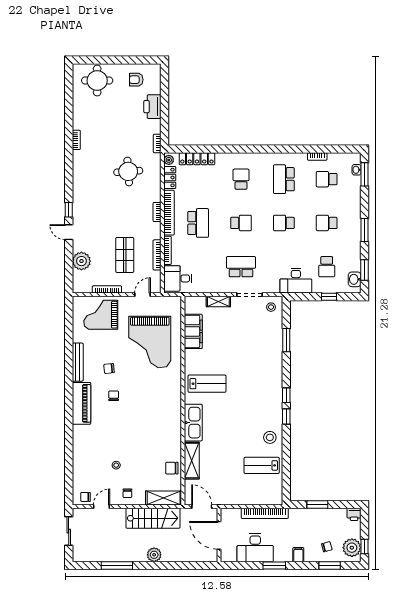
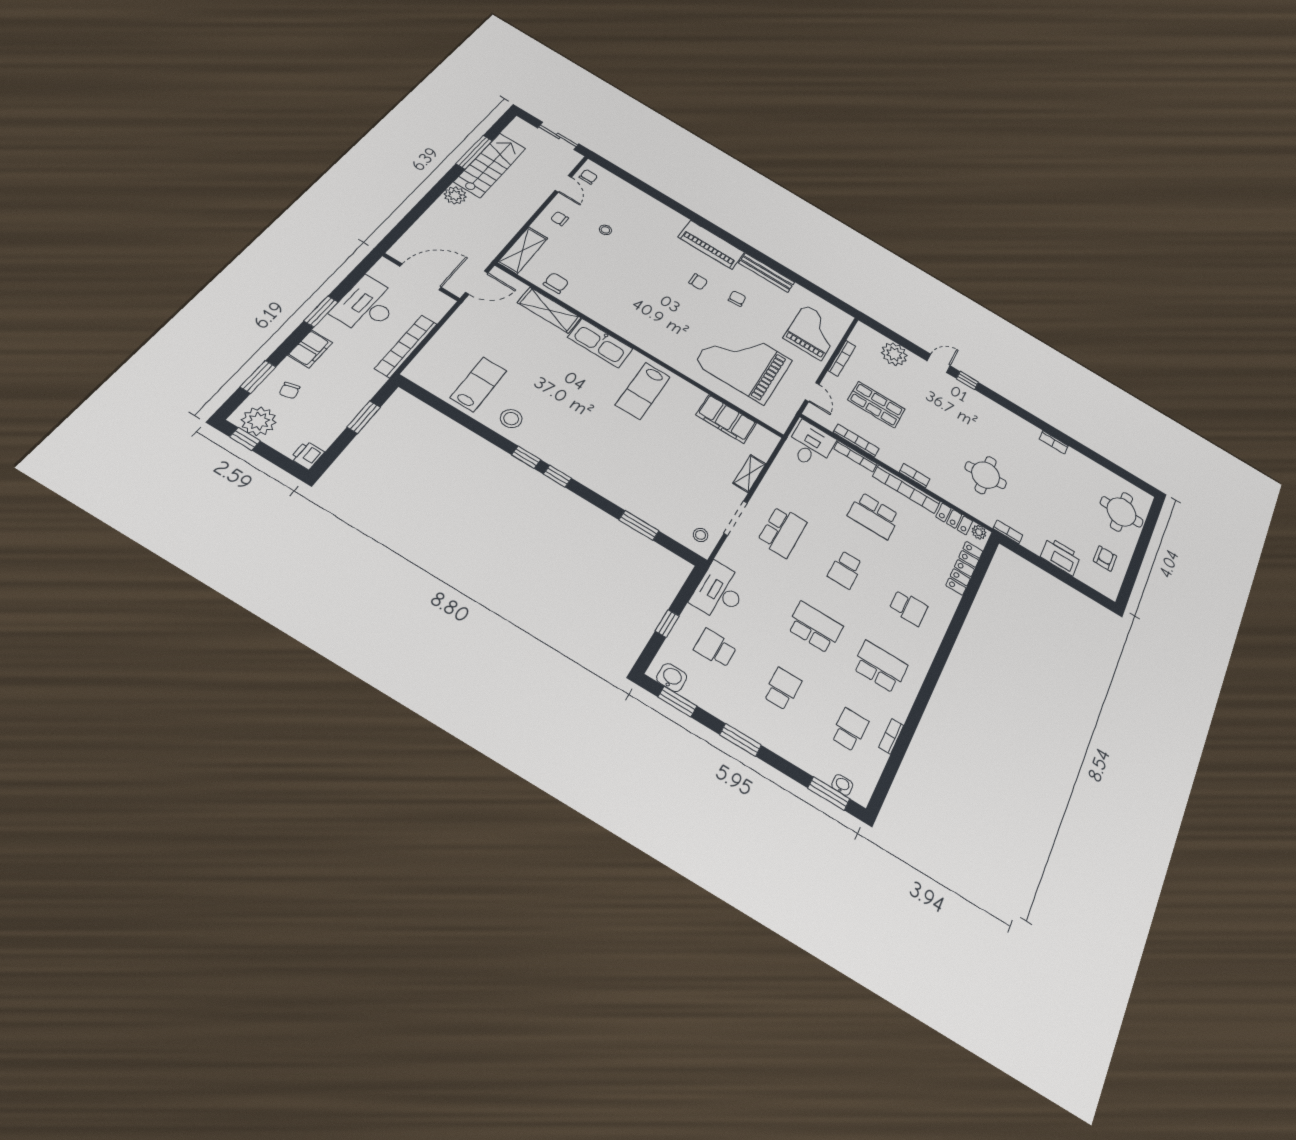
school desk: (284, 223) -> (815, 627), width x1.85
stairs: (153, 518) -> (490, 165), moved, turned 180
filing cabinet: (298, 555) -> (310, 349), width x2.00

